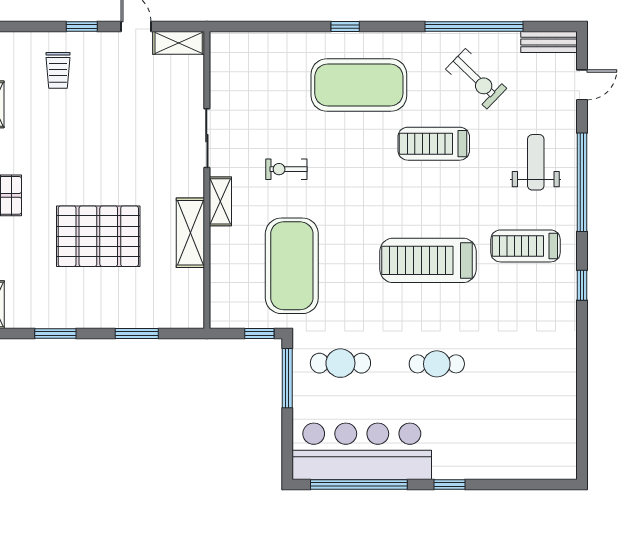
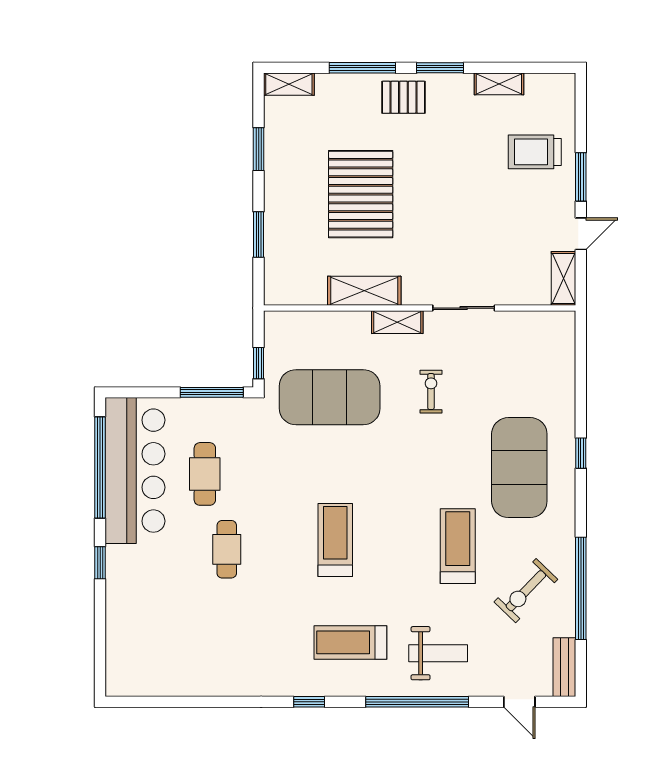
window: (82, 26) -> (581, 177), width x1.50
trolley: (58, 70) -> (535, 152), width x1.36, depth x1.39
treadmill: (526, 246) -> (350, 642), turned -90
treadmill: (428, 260) -> (335, 540), width x0.73, depth x0.73
cafe table: (340, 363) -> (205, 474), moved

